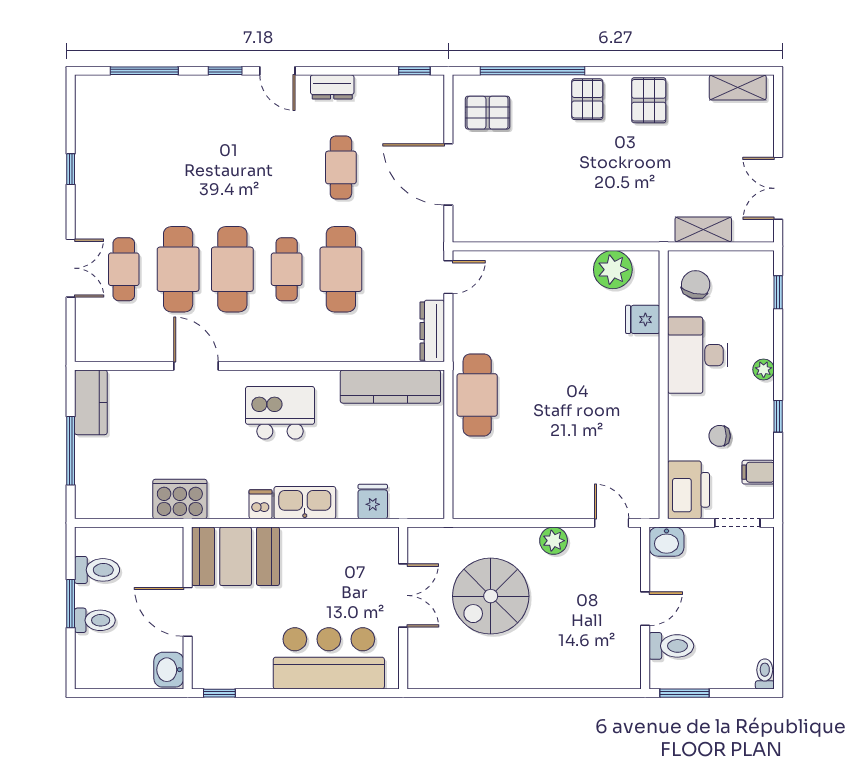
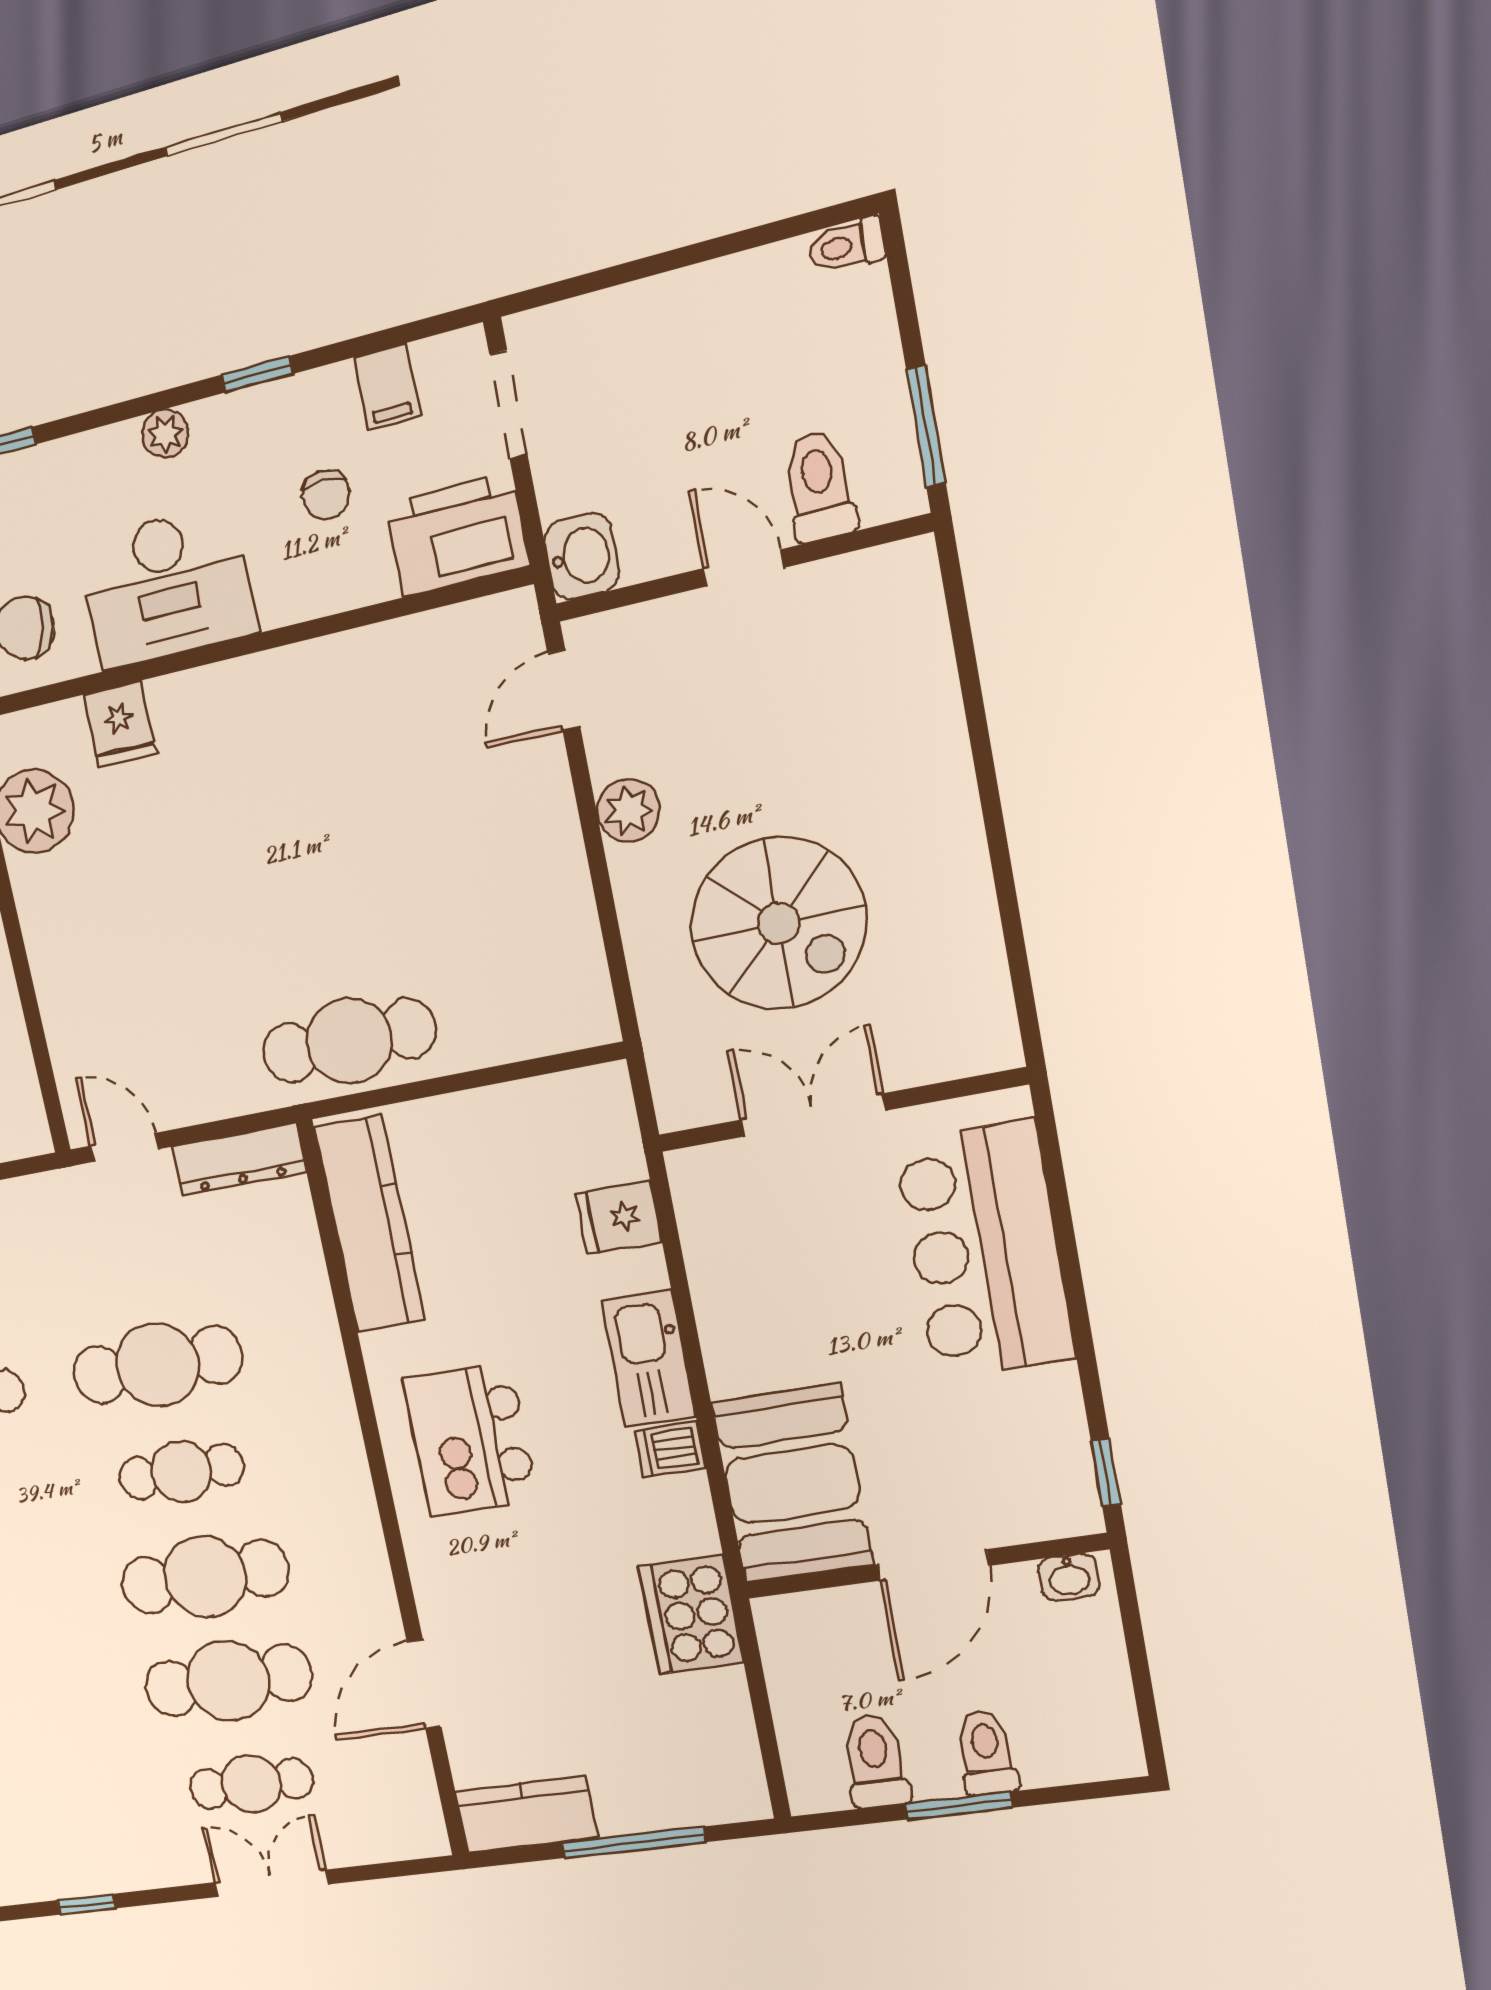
door: (196, 366) -> (424, 1684), moved
washbasin: (169, 670) -> (1069, 1577), width x0.72, depth x0.69

